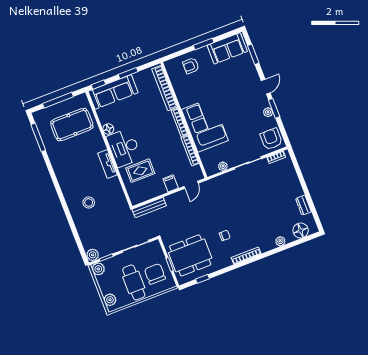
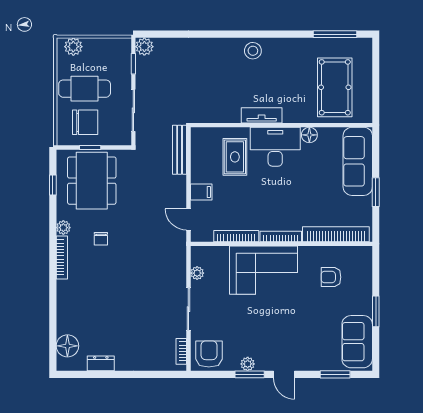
armchair: (191, 66) -> (331, 277), moved, turned -90
window: (98, 85) -> (376, 145), removed
window: (58, 100) -> (376, 81), removed
armchair: (271, 139) -> (209, 354), turned -90
stool: (89, 203) -> (253, 51), moved
plant: (280, 241) -> (63, 228), moved
plant: (98, 269) -> (122, 47), removed

